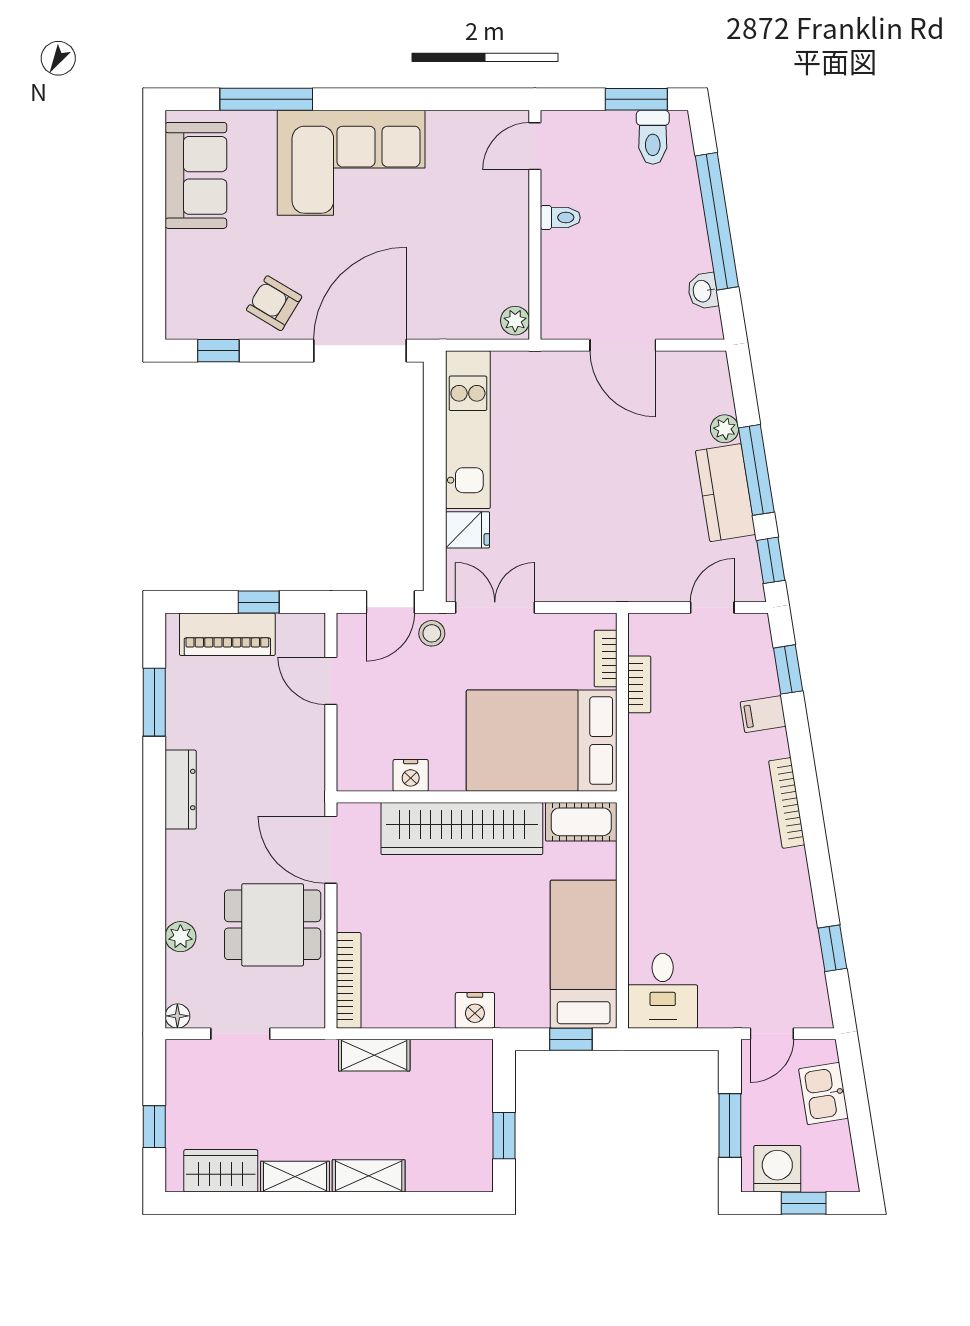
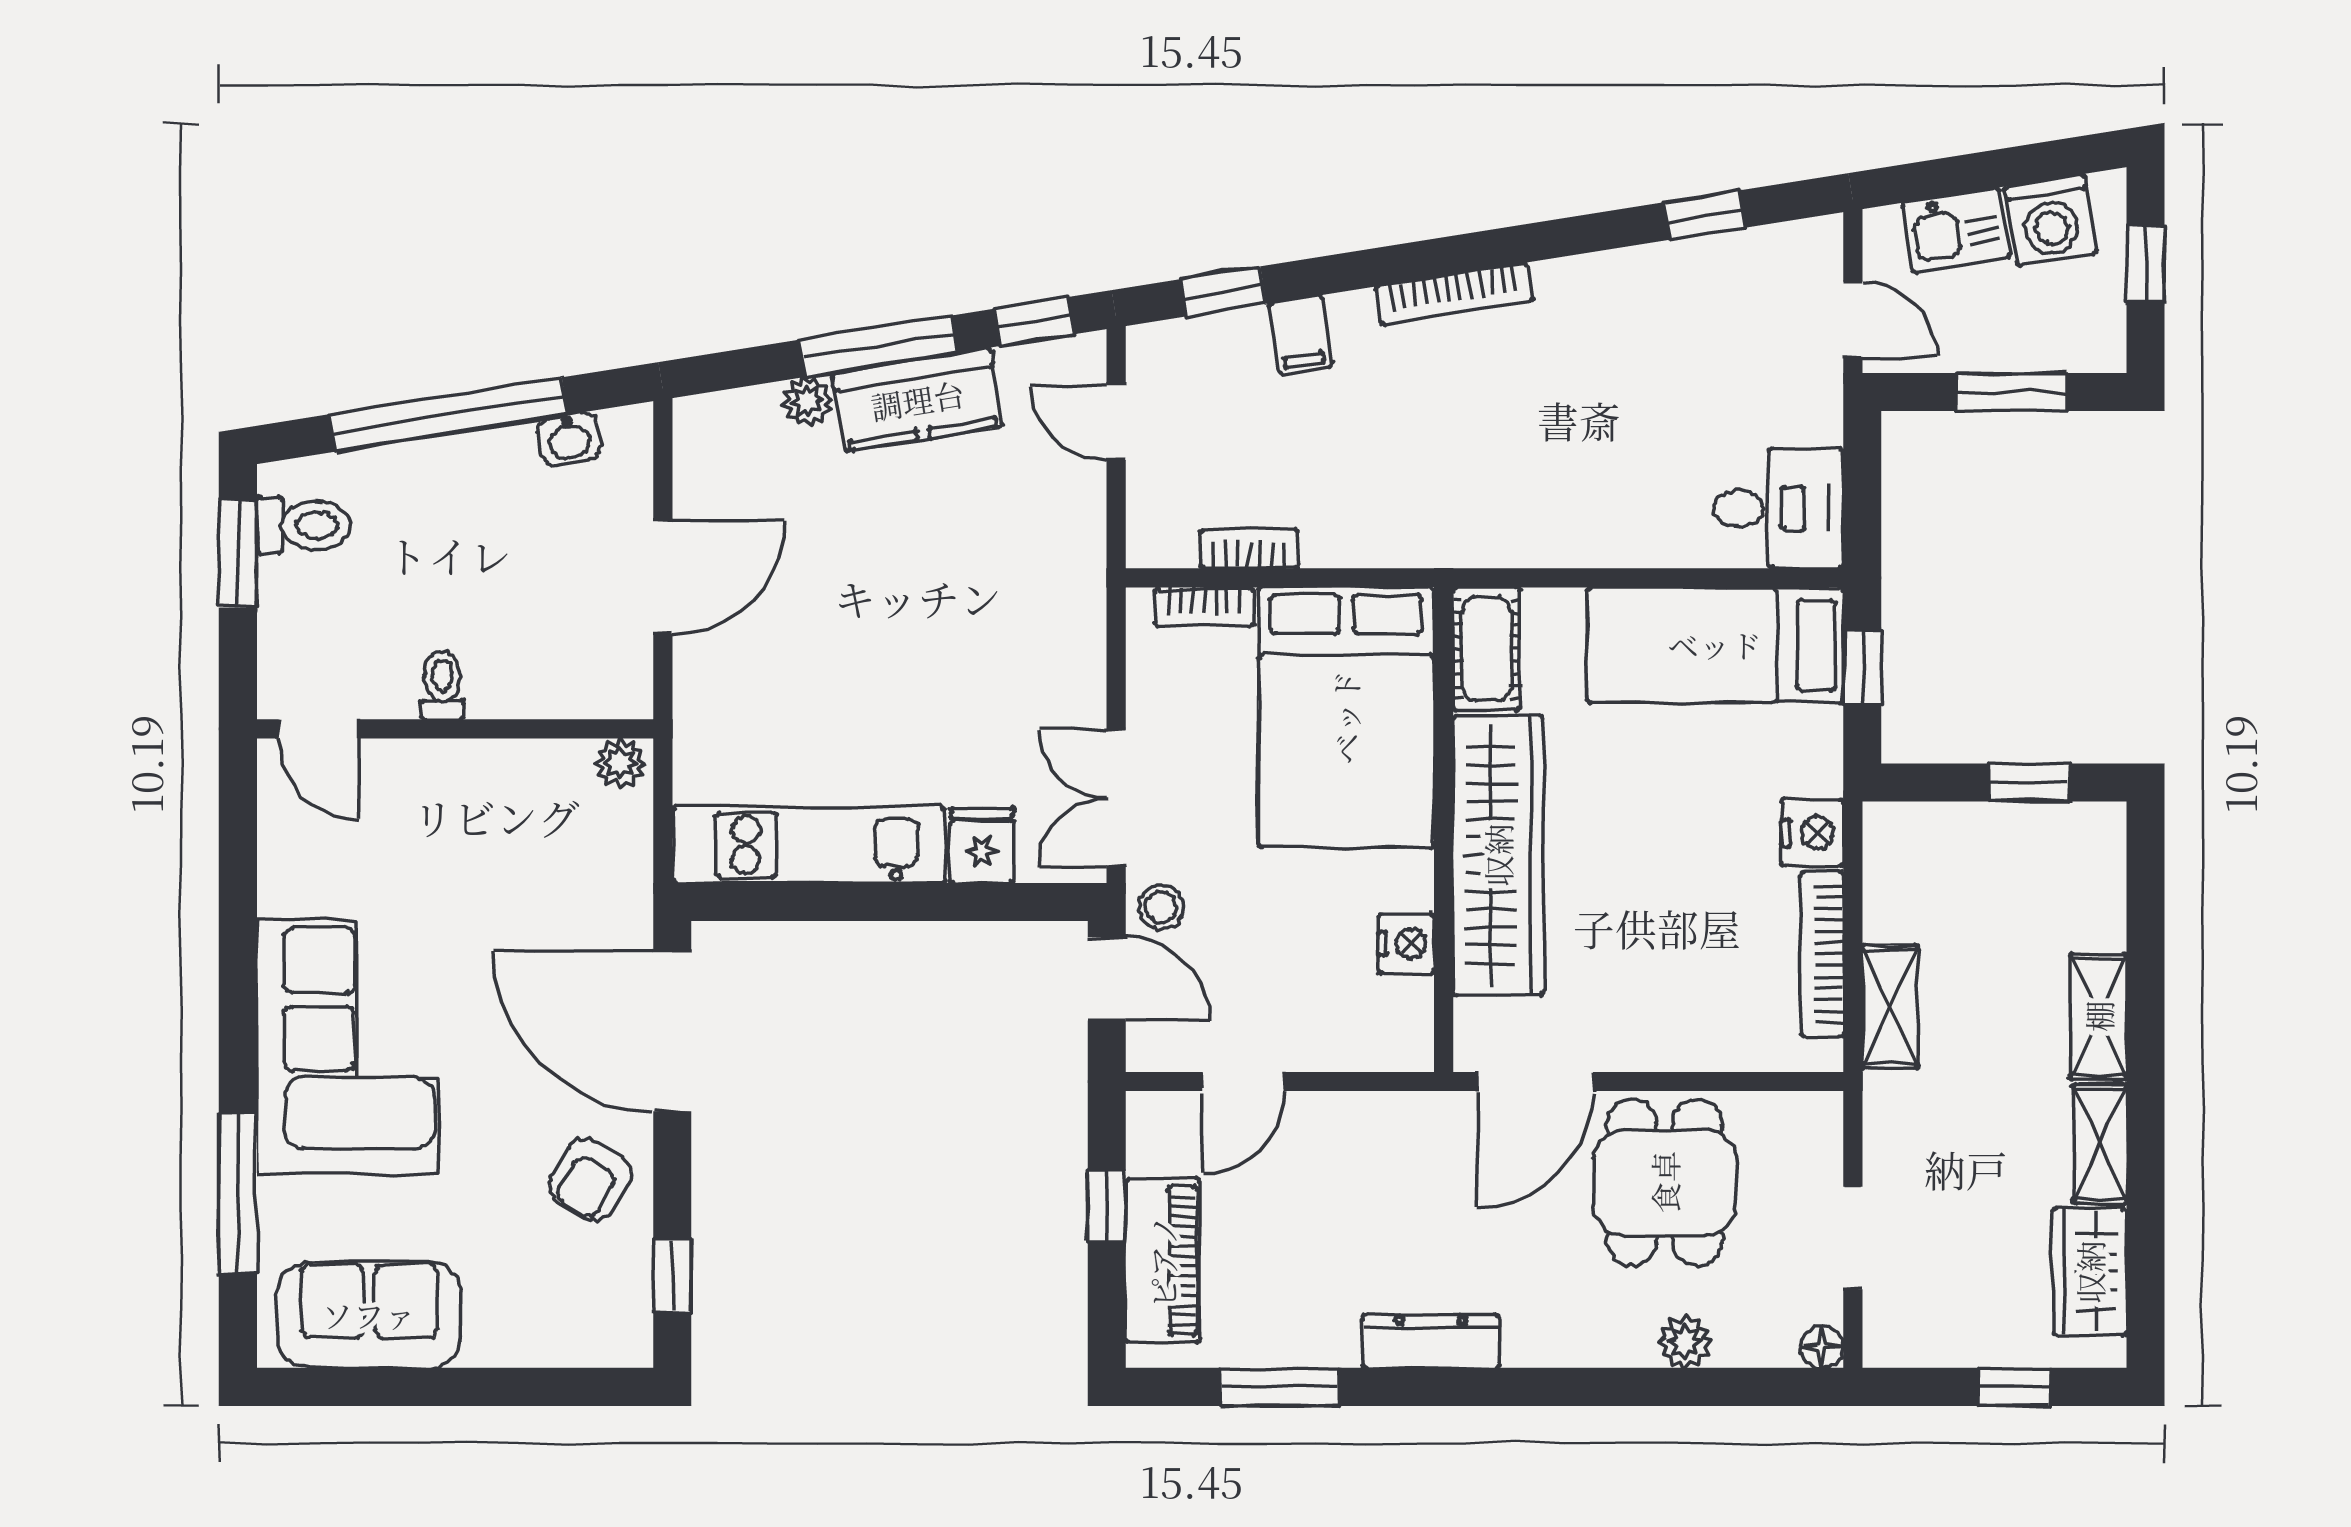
bookcase: (349, 980) -> (1822, 954), moved, turned -90
washing machine: (777, 1169) -> (2051, 220), moved, turned -99

